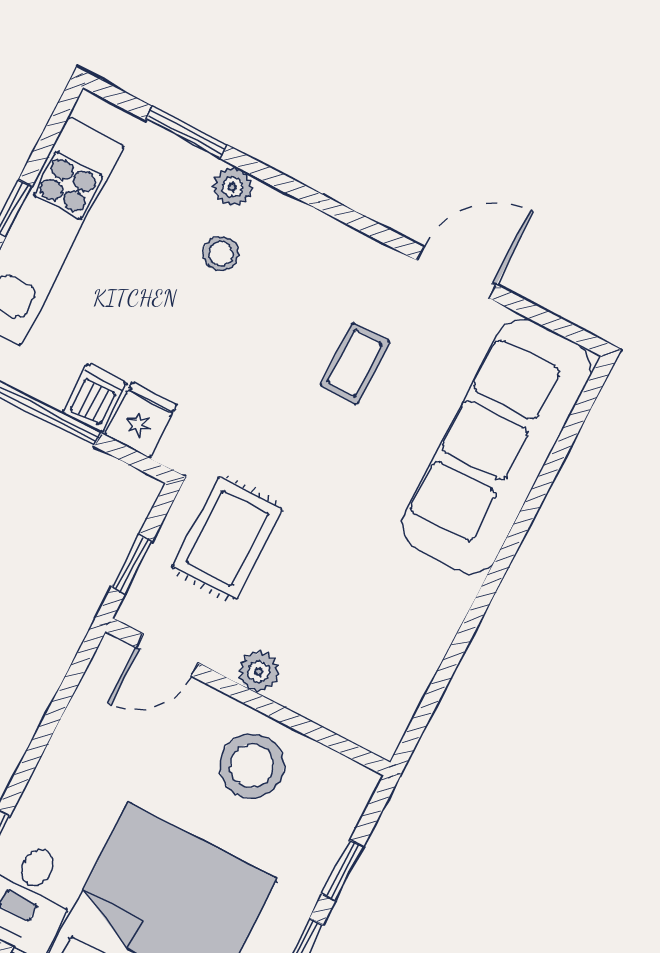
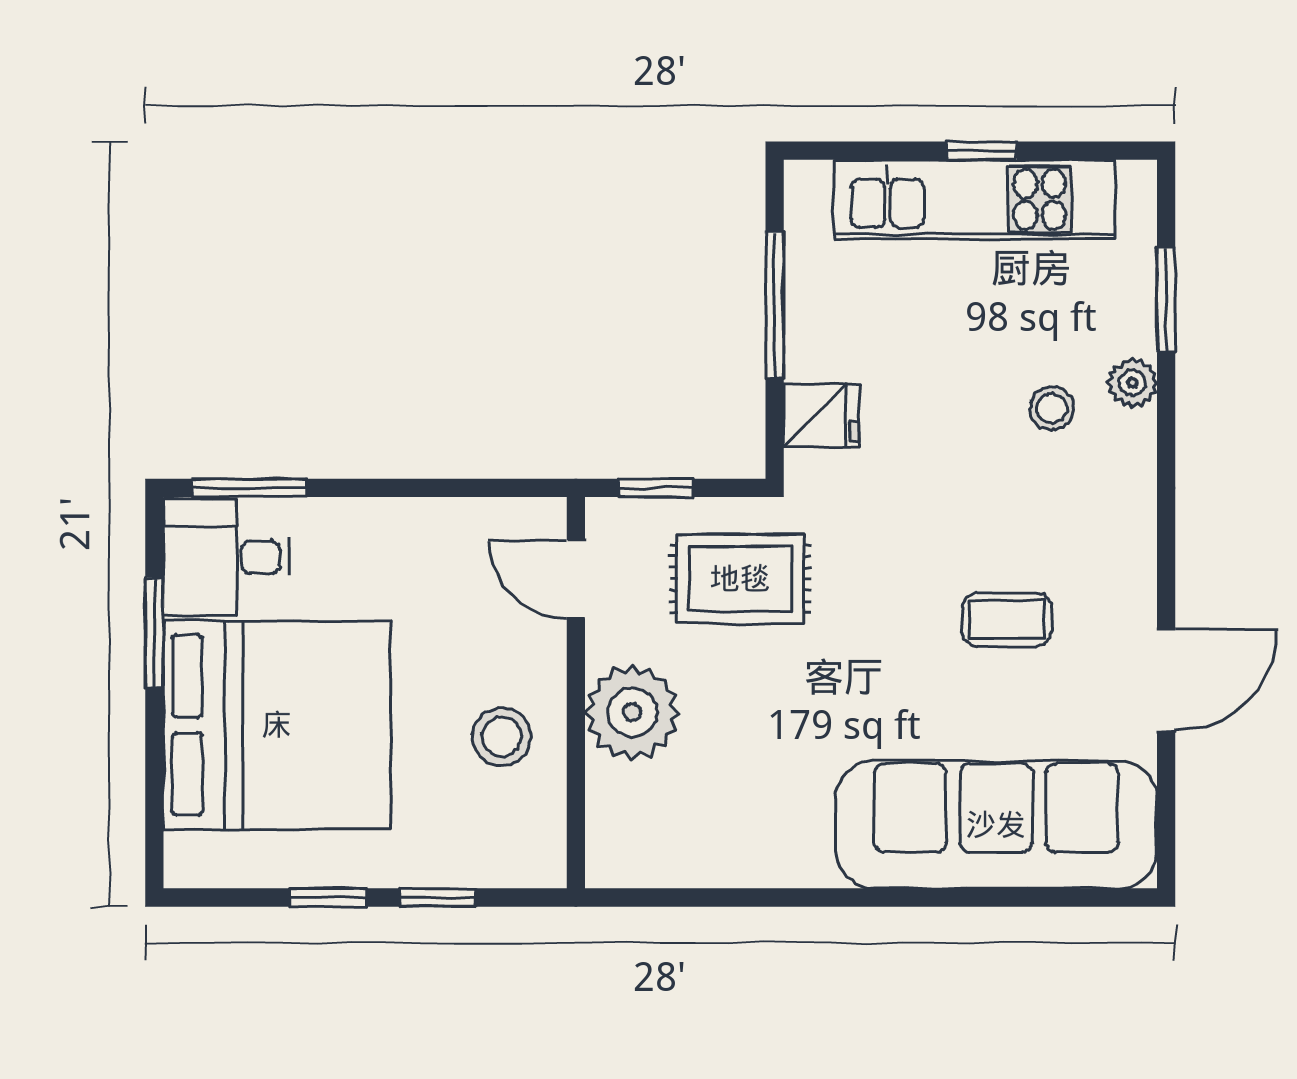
door: (457, 273) -> (1166, 680), hinge flipped
dishwasher: (95, 398) -> (819, 351), removed
plant: (259, 672) -> (632, 712), width x1.87, depth x1.87
stool: (252, 766) -> (502, 737), width x0.73, depth x0.73

